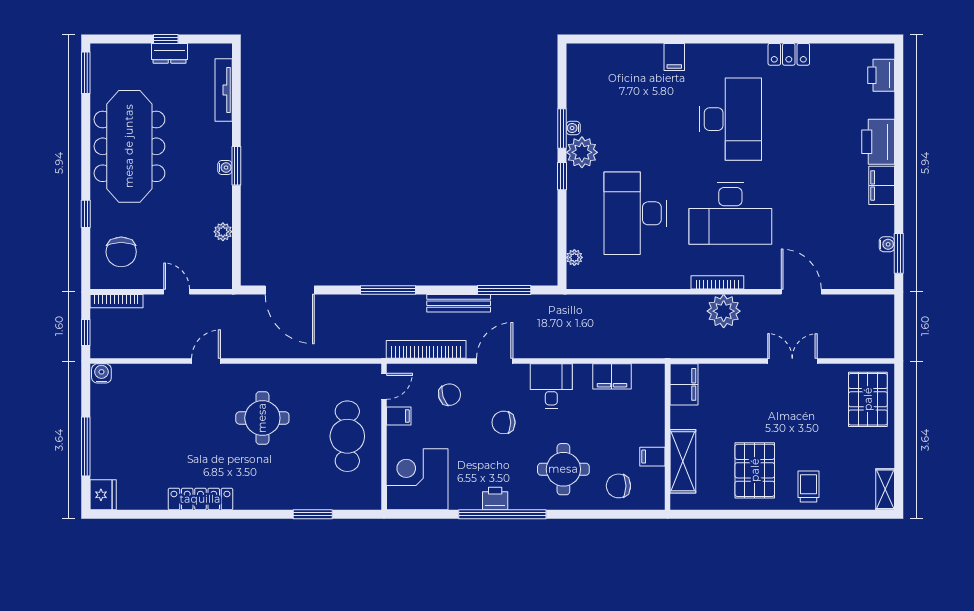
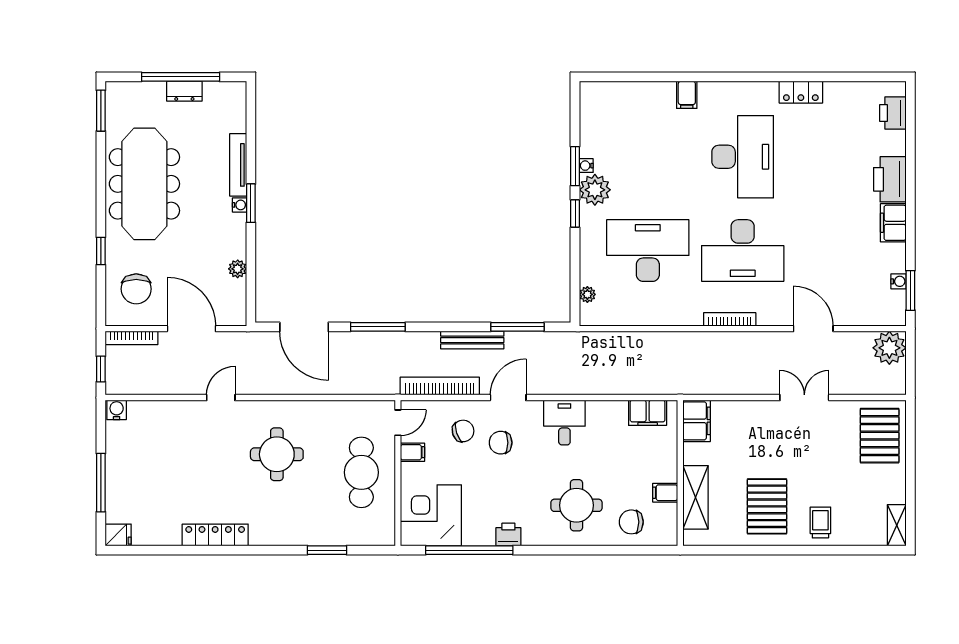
window: (166, 39) -> (181, 77), width x3.17
tv unit: (224, 90) -> (238, 165), moved
desk: (635, 213) -> (648, 251), turned 90
window: (388, 290) -> (378, 327), moved
door: (177, 292) -> (191, 329), width x1.88
plant: (724, 311) -> (889, 348), moved
filing cabinet: (612, 376) -> (648, 413), moved
chair: (504, 422) -> (501, 443), moved
fridge: (103, 495) -> (118, 535), width x0.72
window: (502, 514) -> (469, 550), moved

